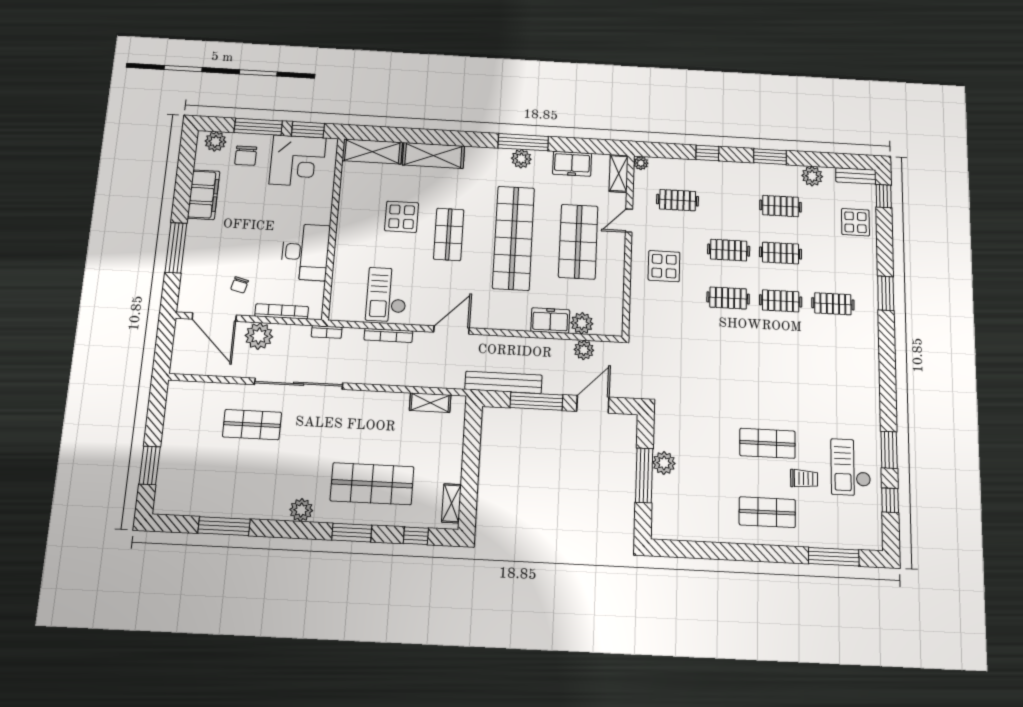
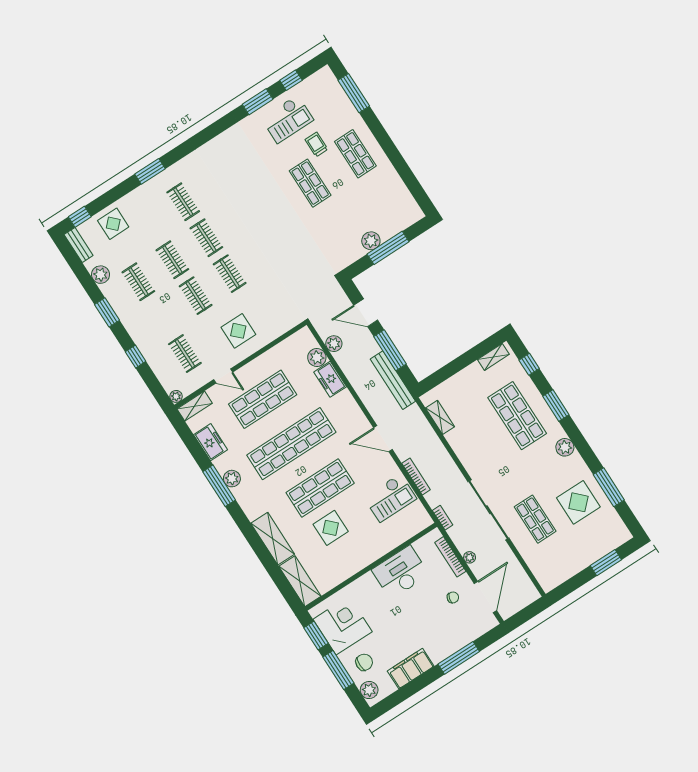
shop shelf: (449, 234) -> (320, 488), width x1.43, depth x1.36
plant: (259, 336) -> (470, 557), width x0.53, depth x0.53
display table: (234, 482) -> (578, 502), added

